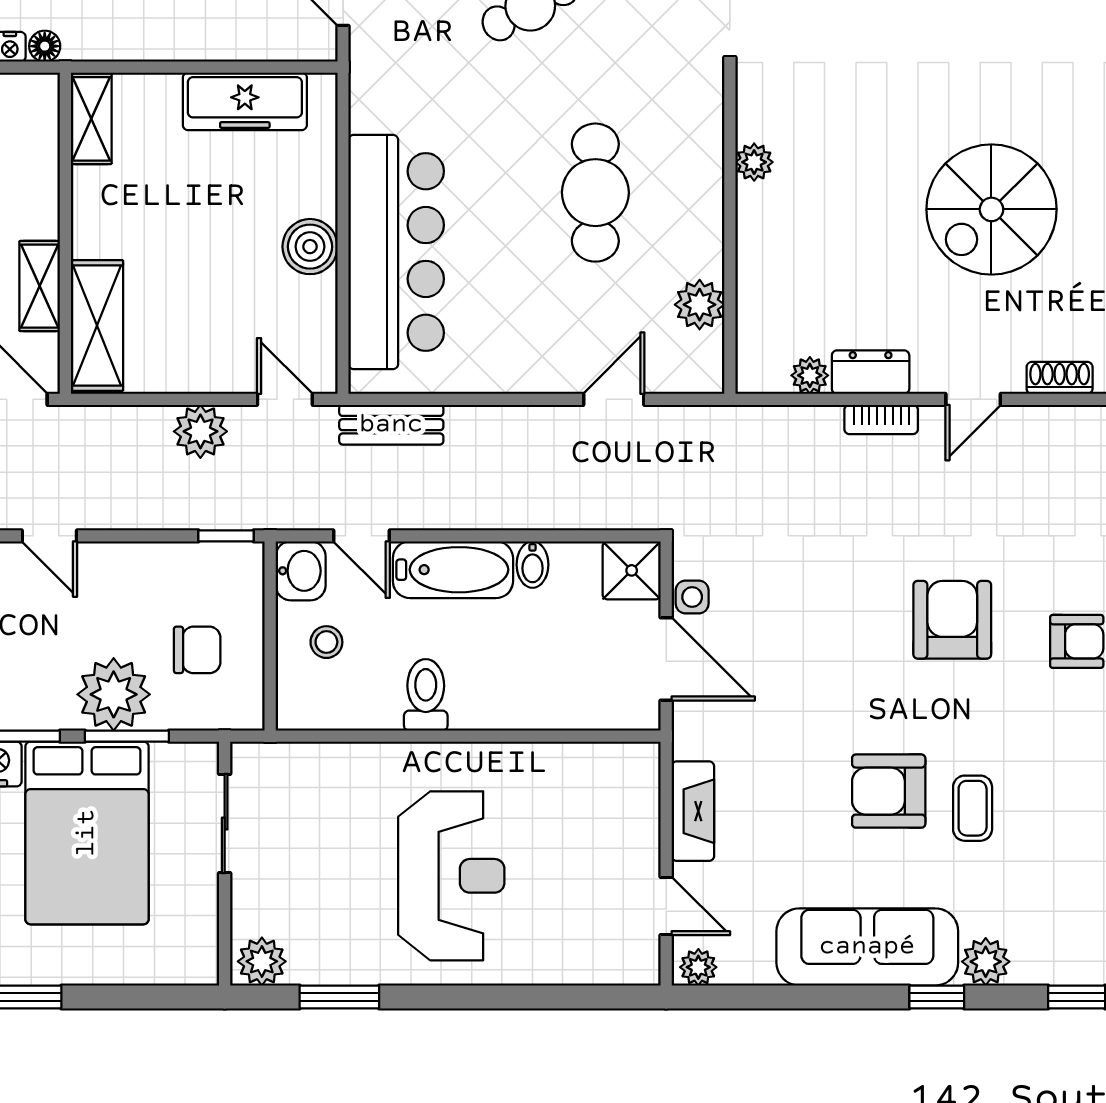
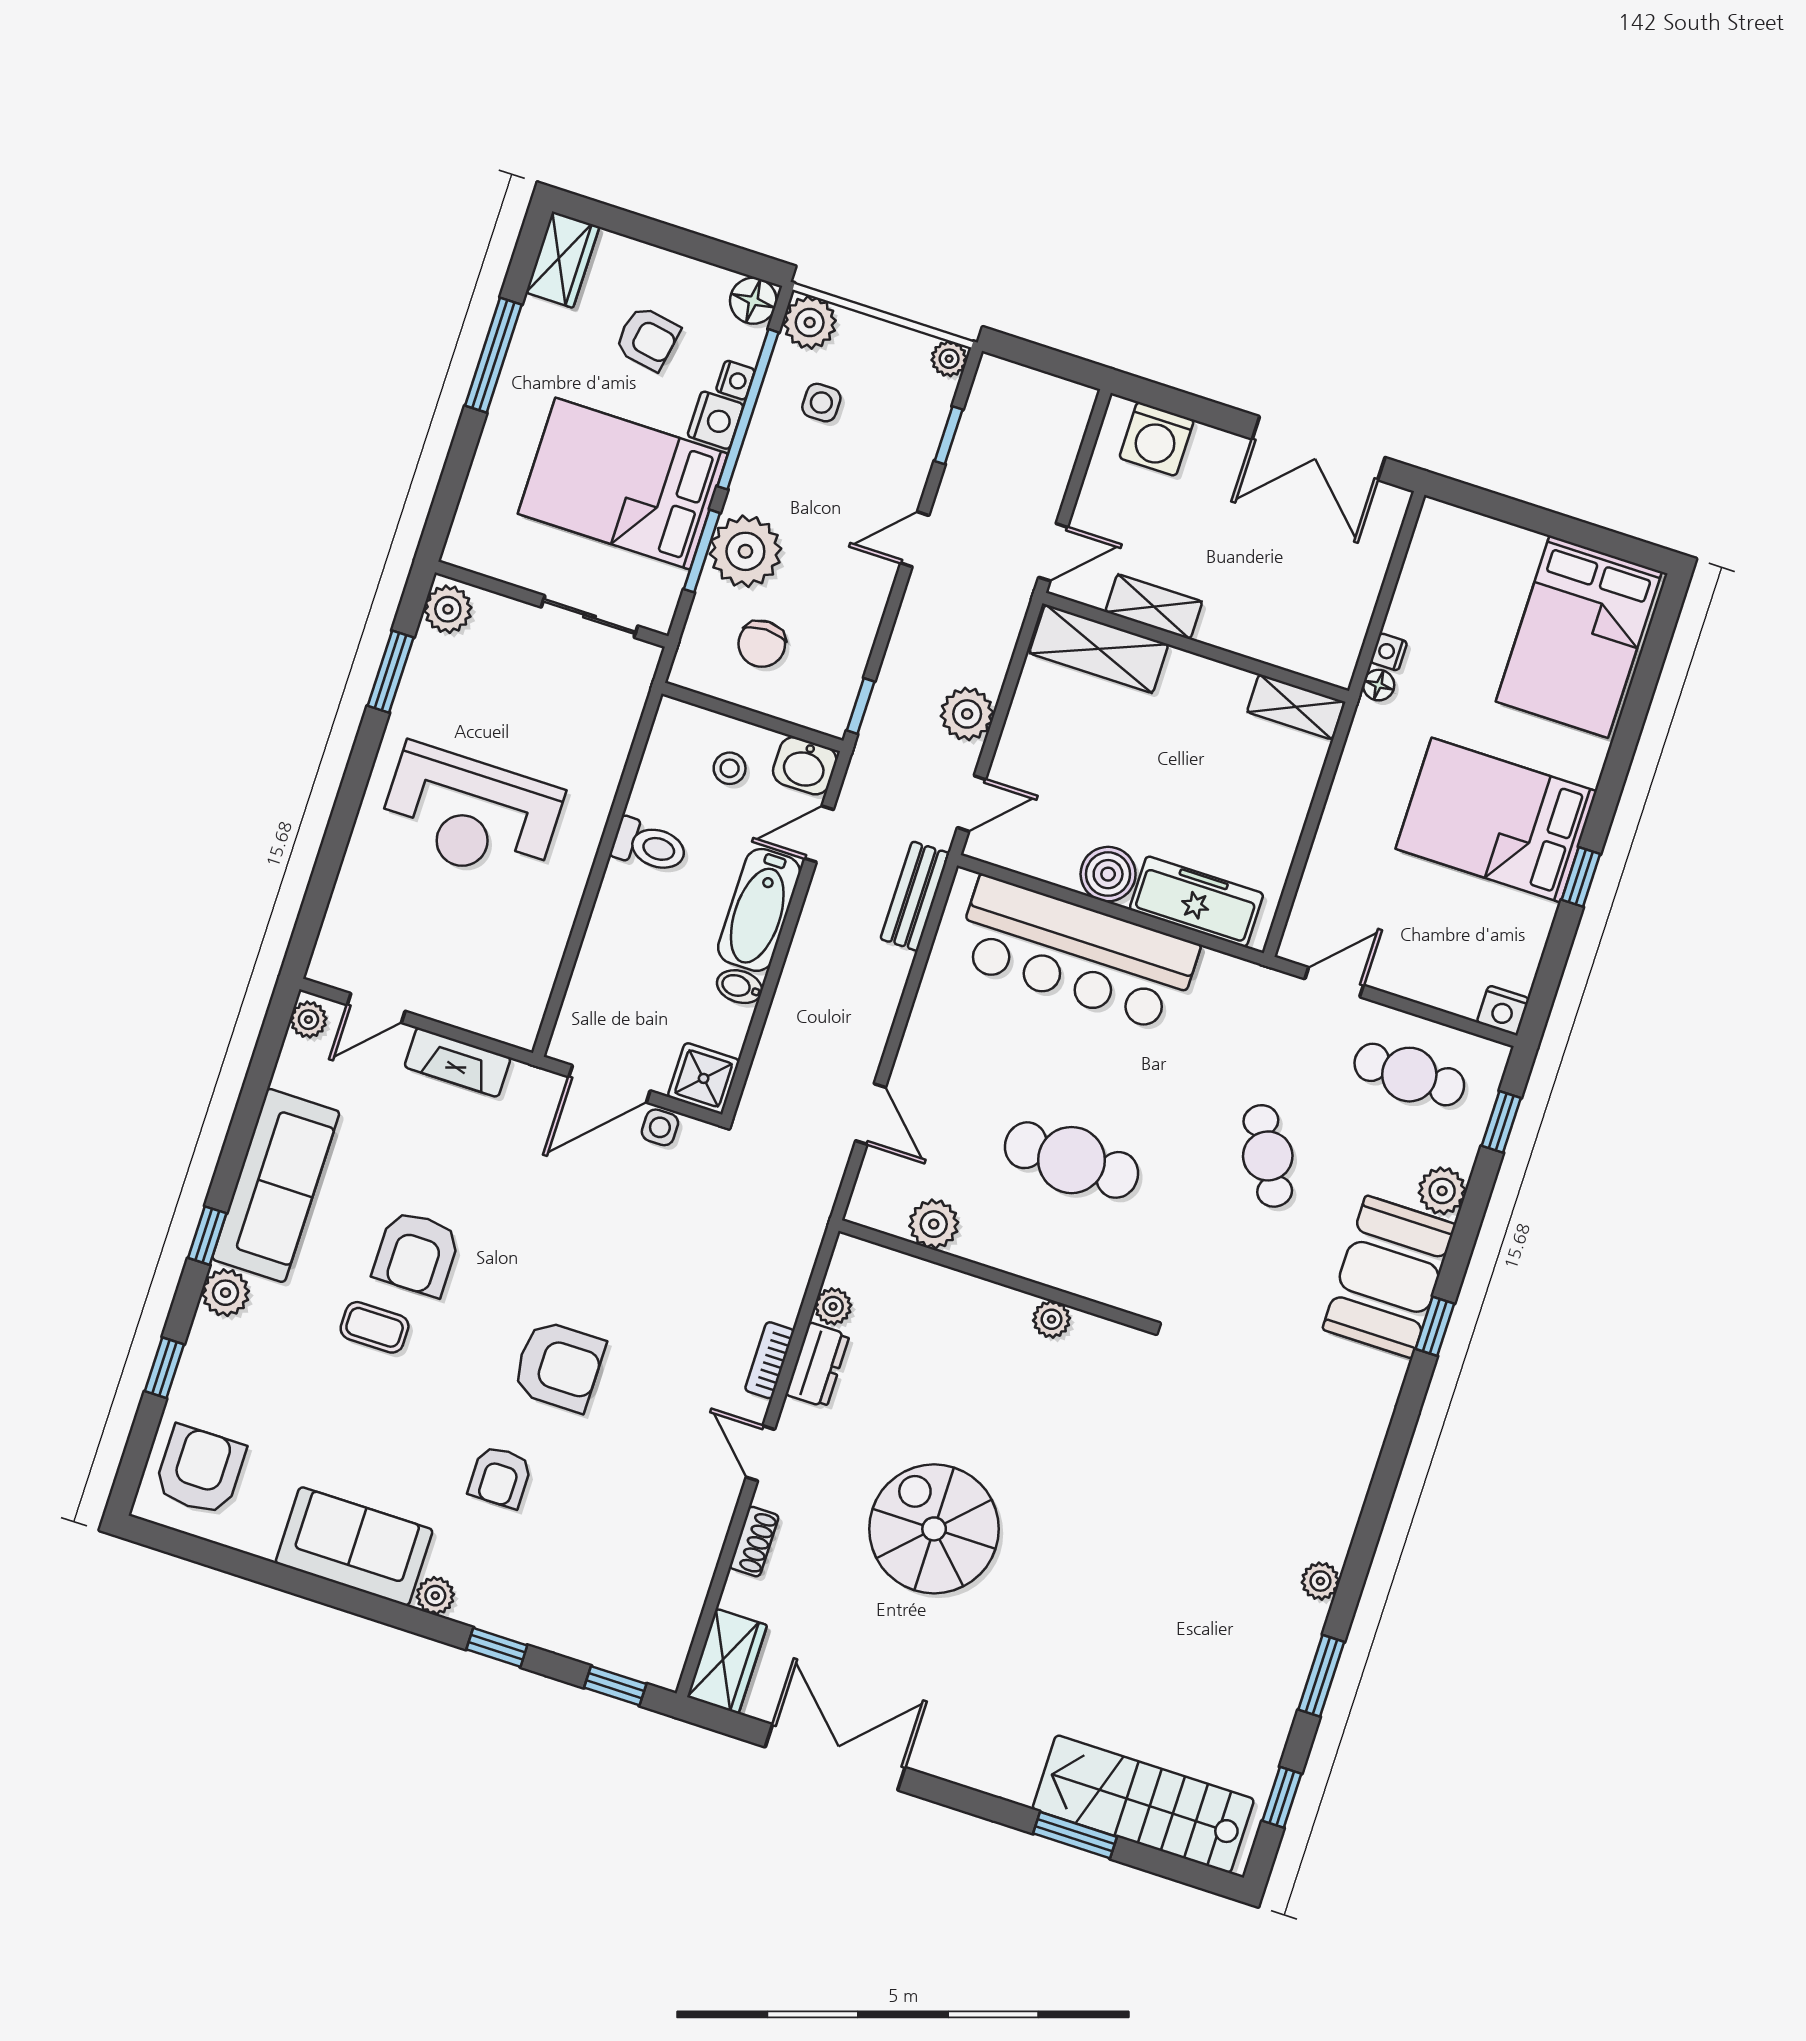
freezer: (245, 101) -> (1196, 902), moved, turned 90
armchair: (889, 791) -> (416, 1253), turned 180

